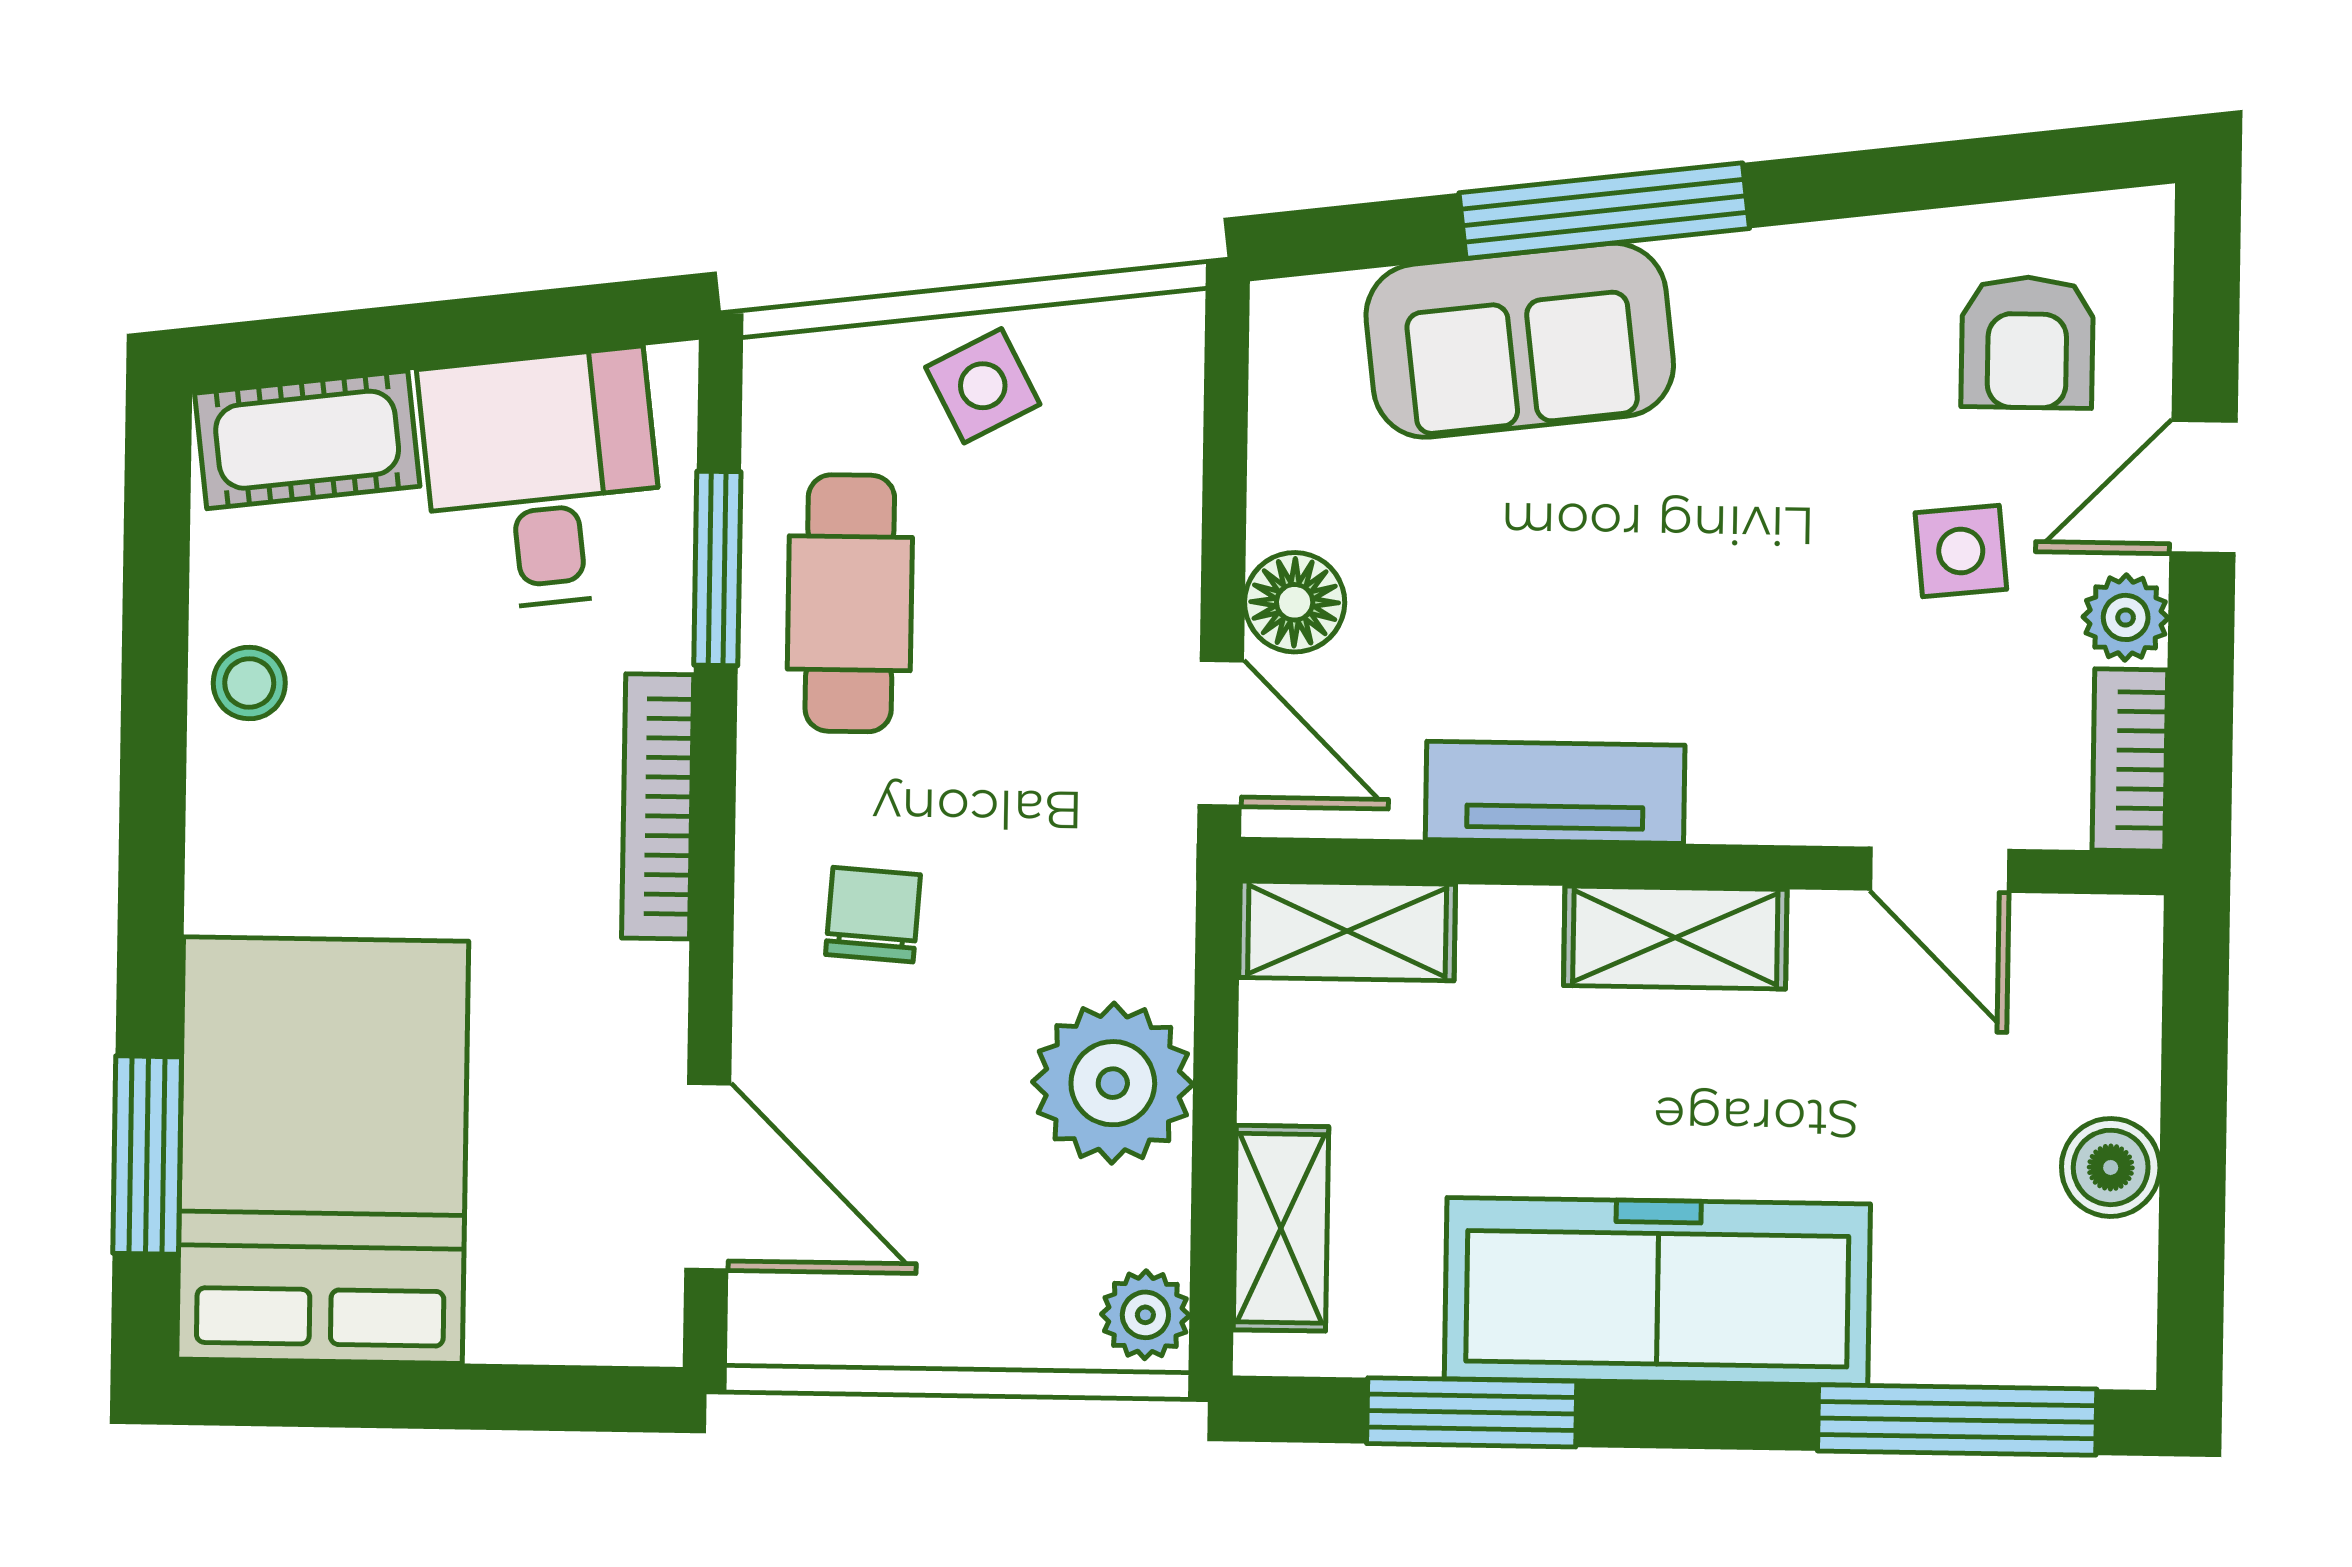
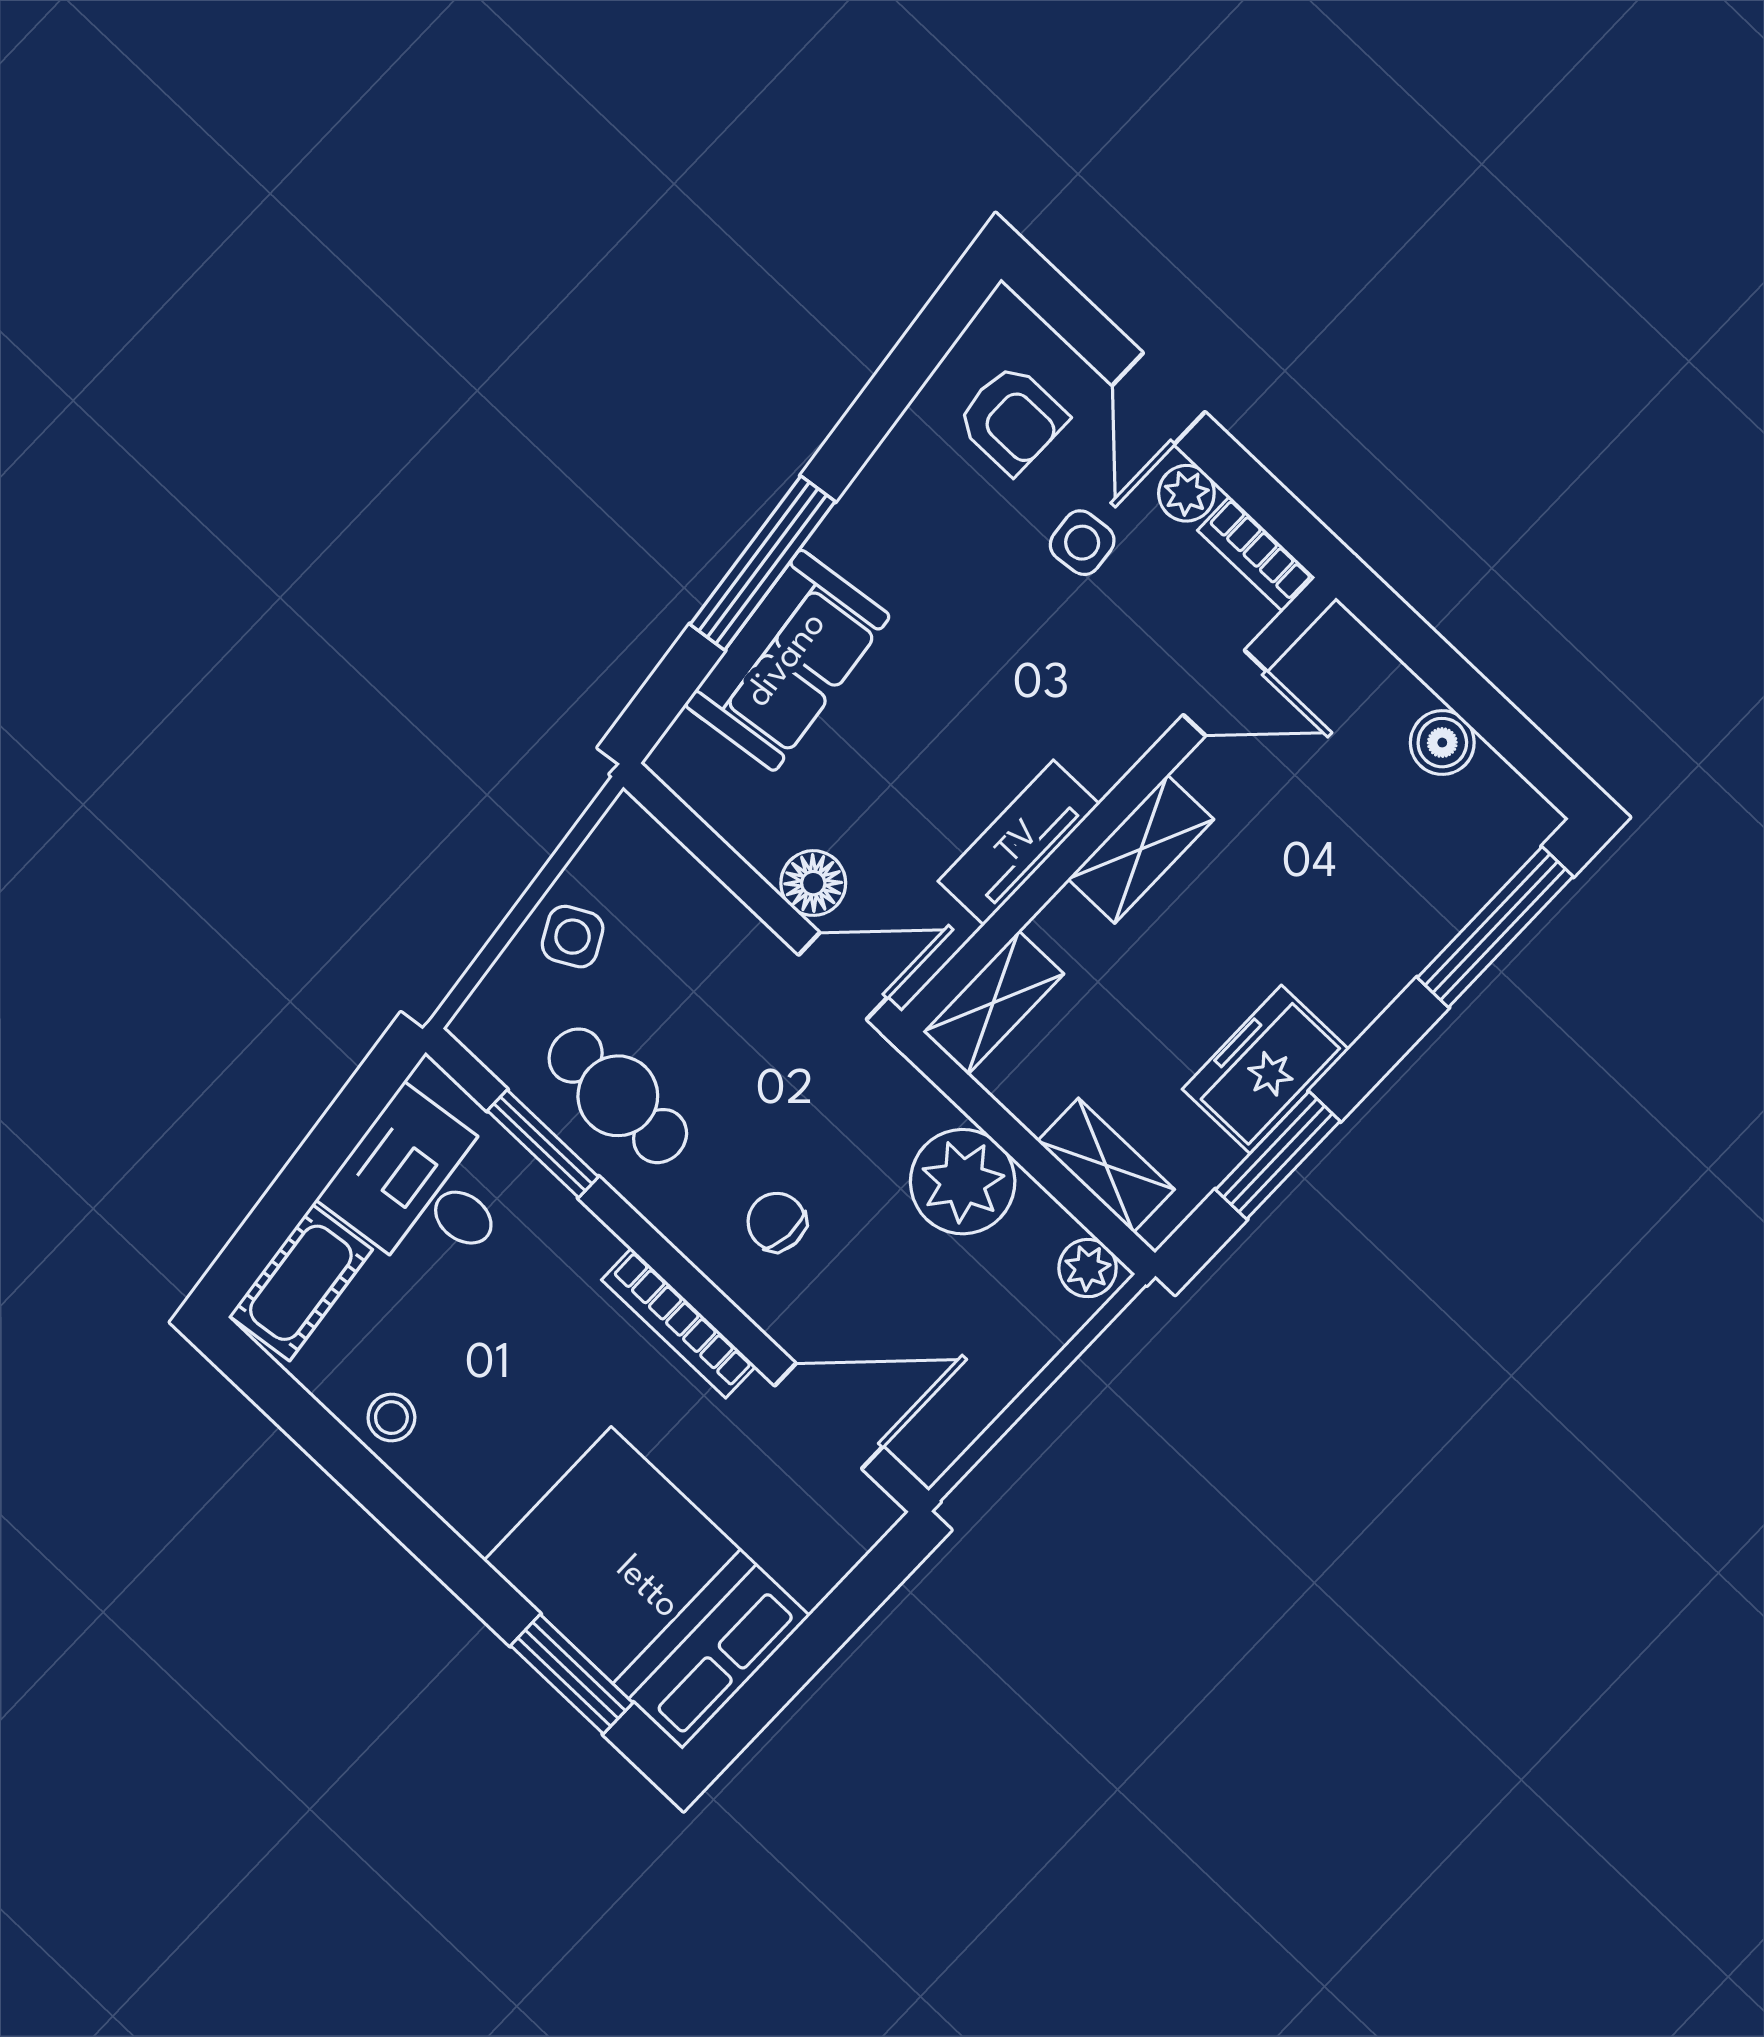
bookcase: (658, 806) -> (679, 1323), moved
freezer: (1657, 1291) -> (1266, 1069), width x0.52, depth x0.79

